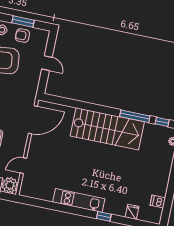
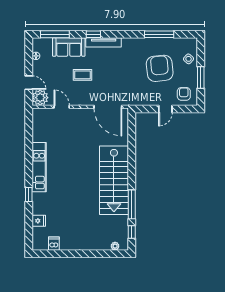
armchair: (22, 36) -> (184, 94), moved

